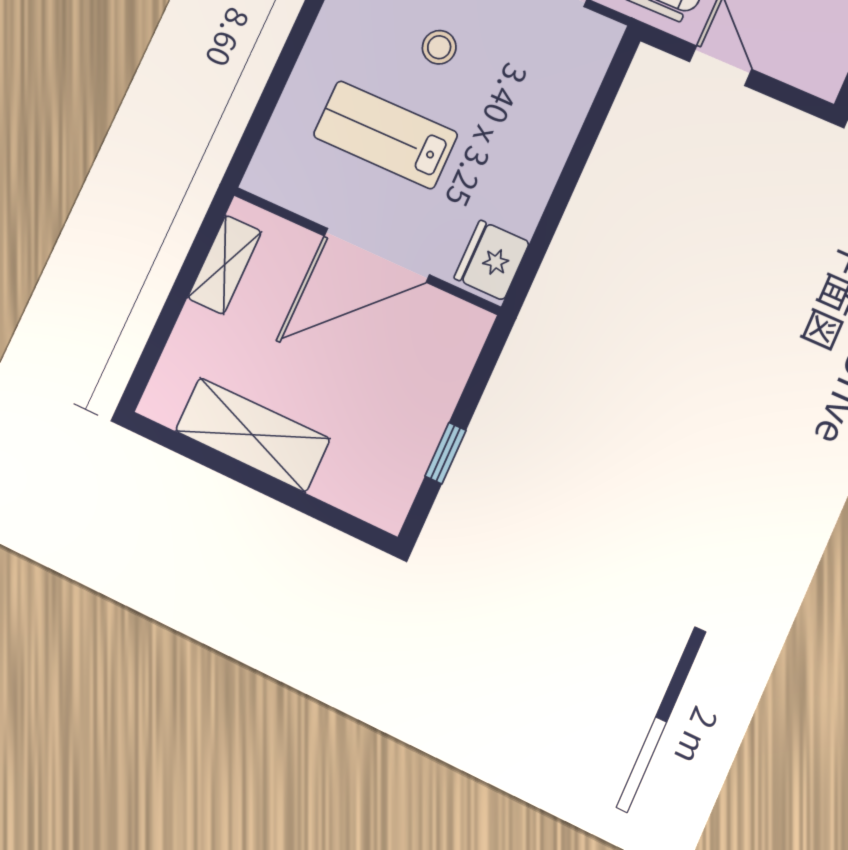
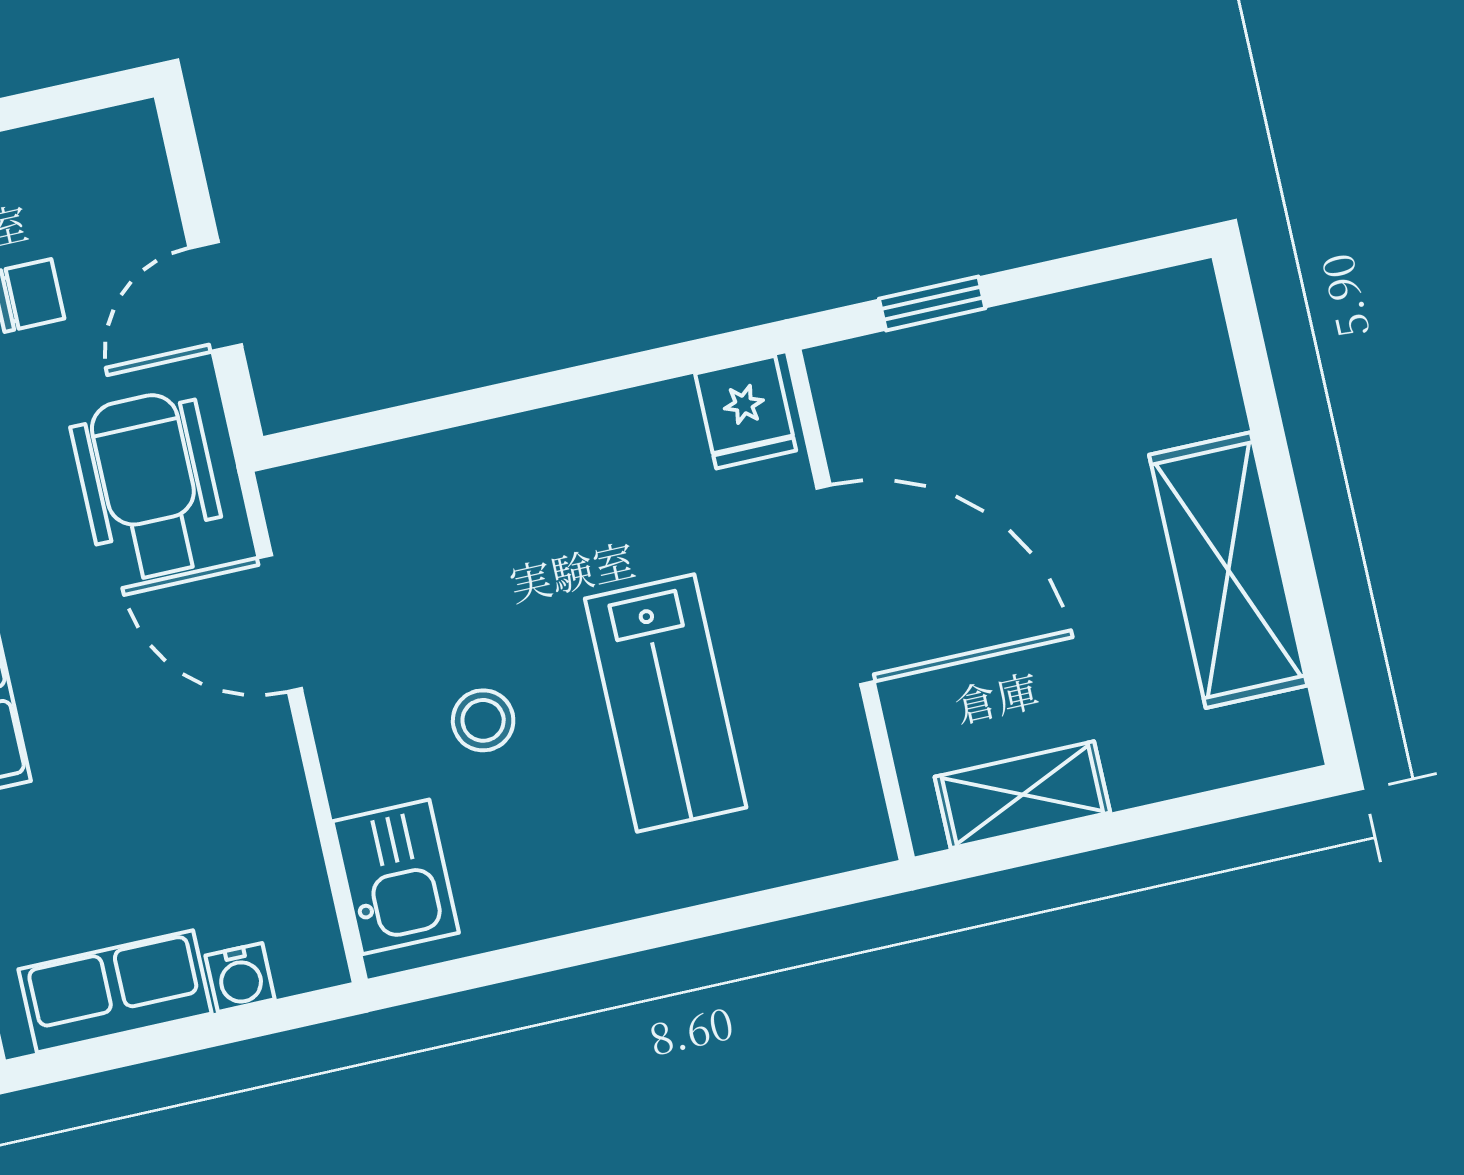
fridge: (492, 260) -> (746, 412), width x0.72
window: (445, 453) -> (932, 303), moved

